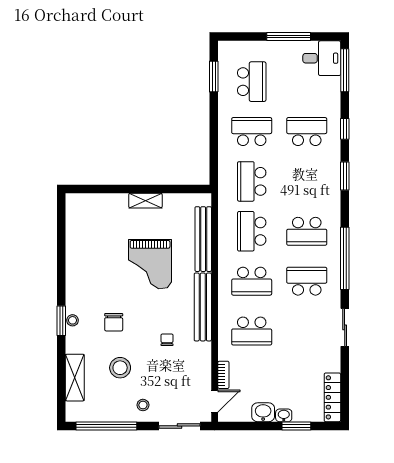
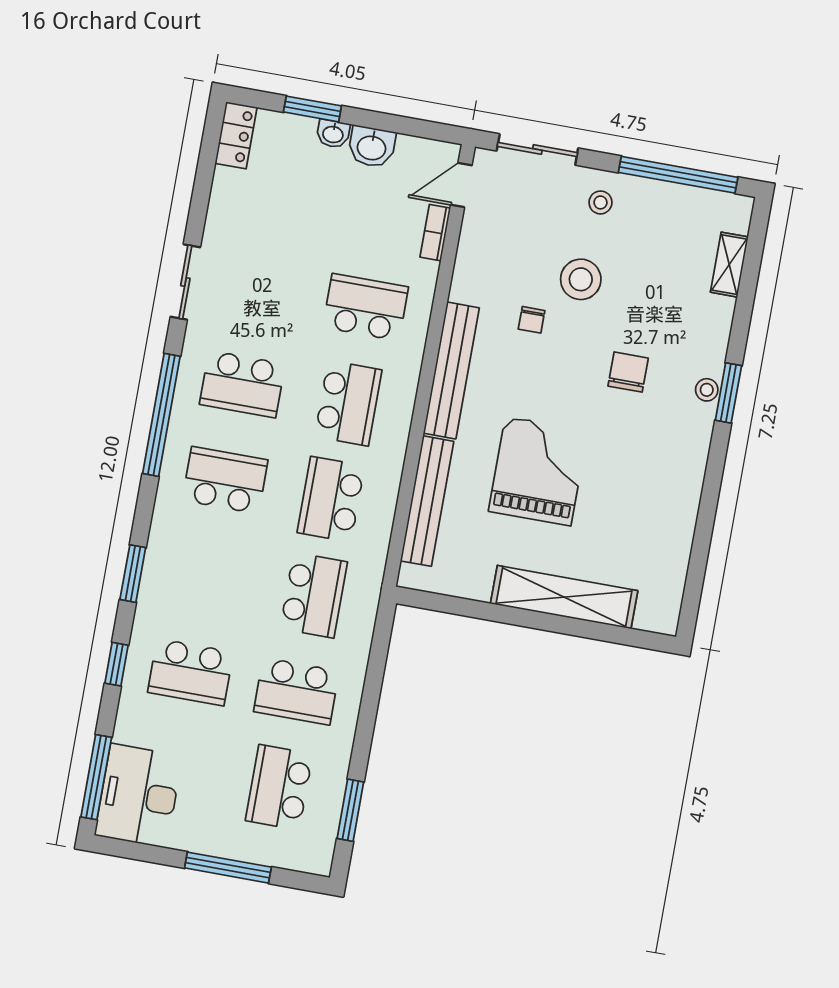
window: (289, 37) -> (228, 868), moved
desk: (322, 58) -> (139, 796), width x1.37
shelving: (145, 201) -> (564, 597), width x2.20, depth x1.33
school desk: (252, 231) -> (331, 499), turned 180
school desk: (252, 281) -> (348, 403), turned 90
stool: (120, 368) -> (581, 279), moved
shelving: (75, 378) -> (729, 265), width x0.67, depth x0.75
locker: (332, 397) -> (236, 135), width x0.66

